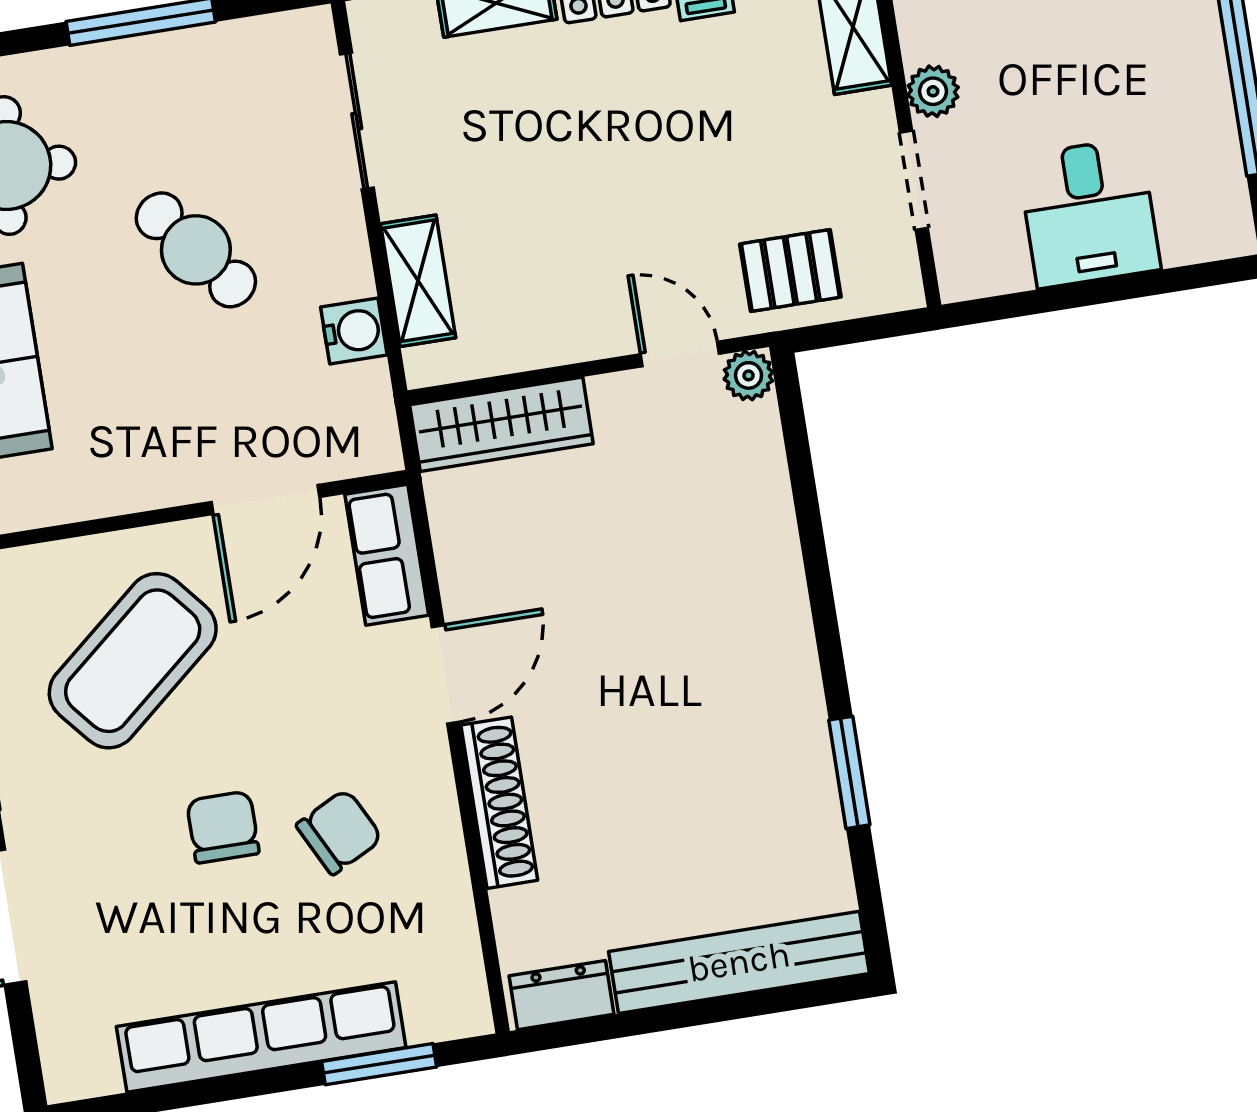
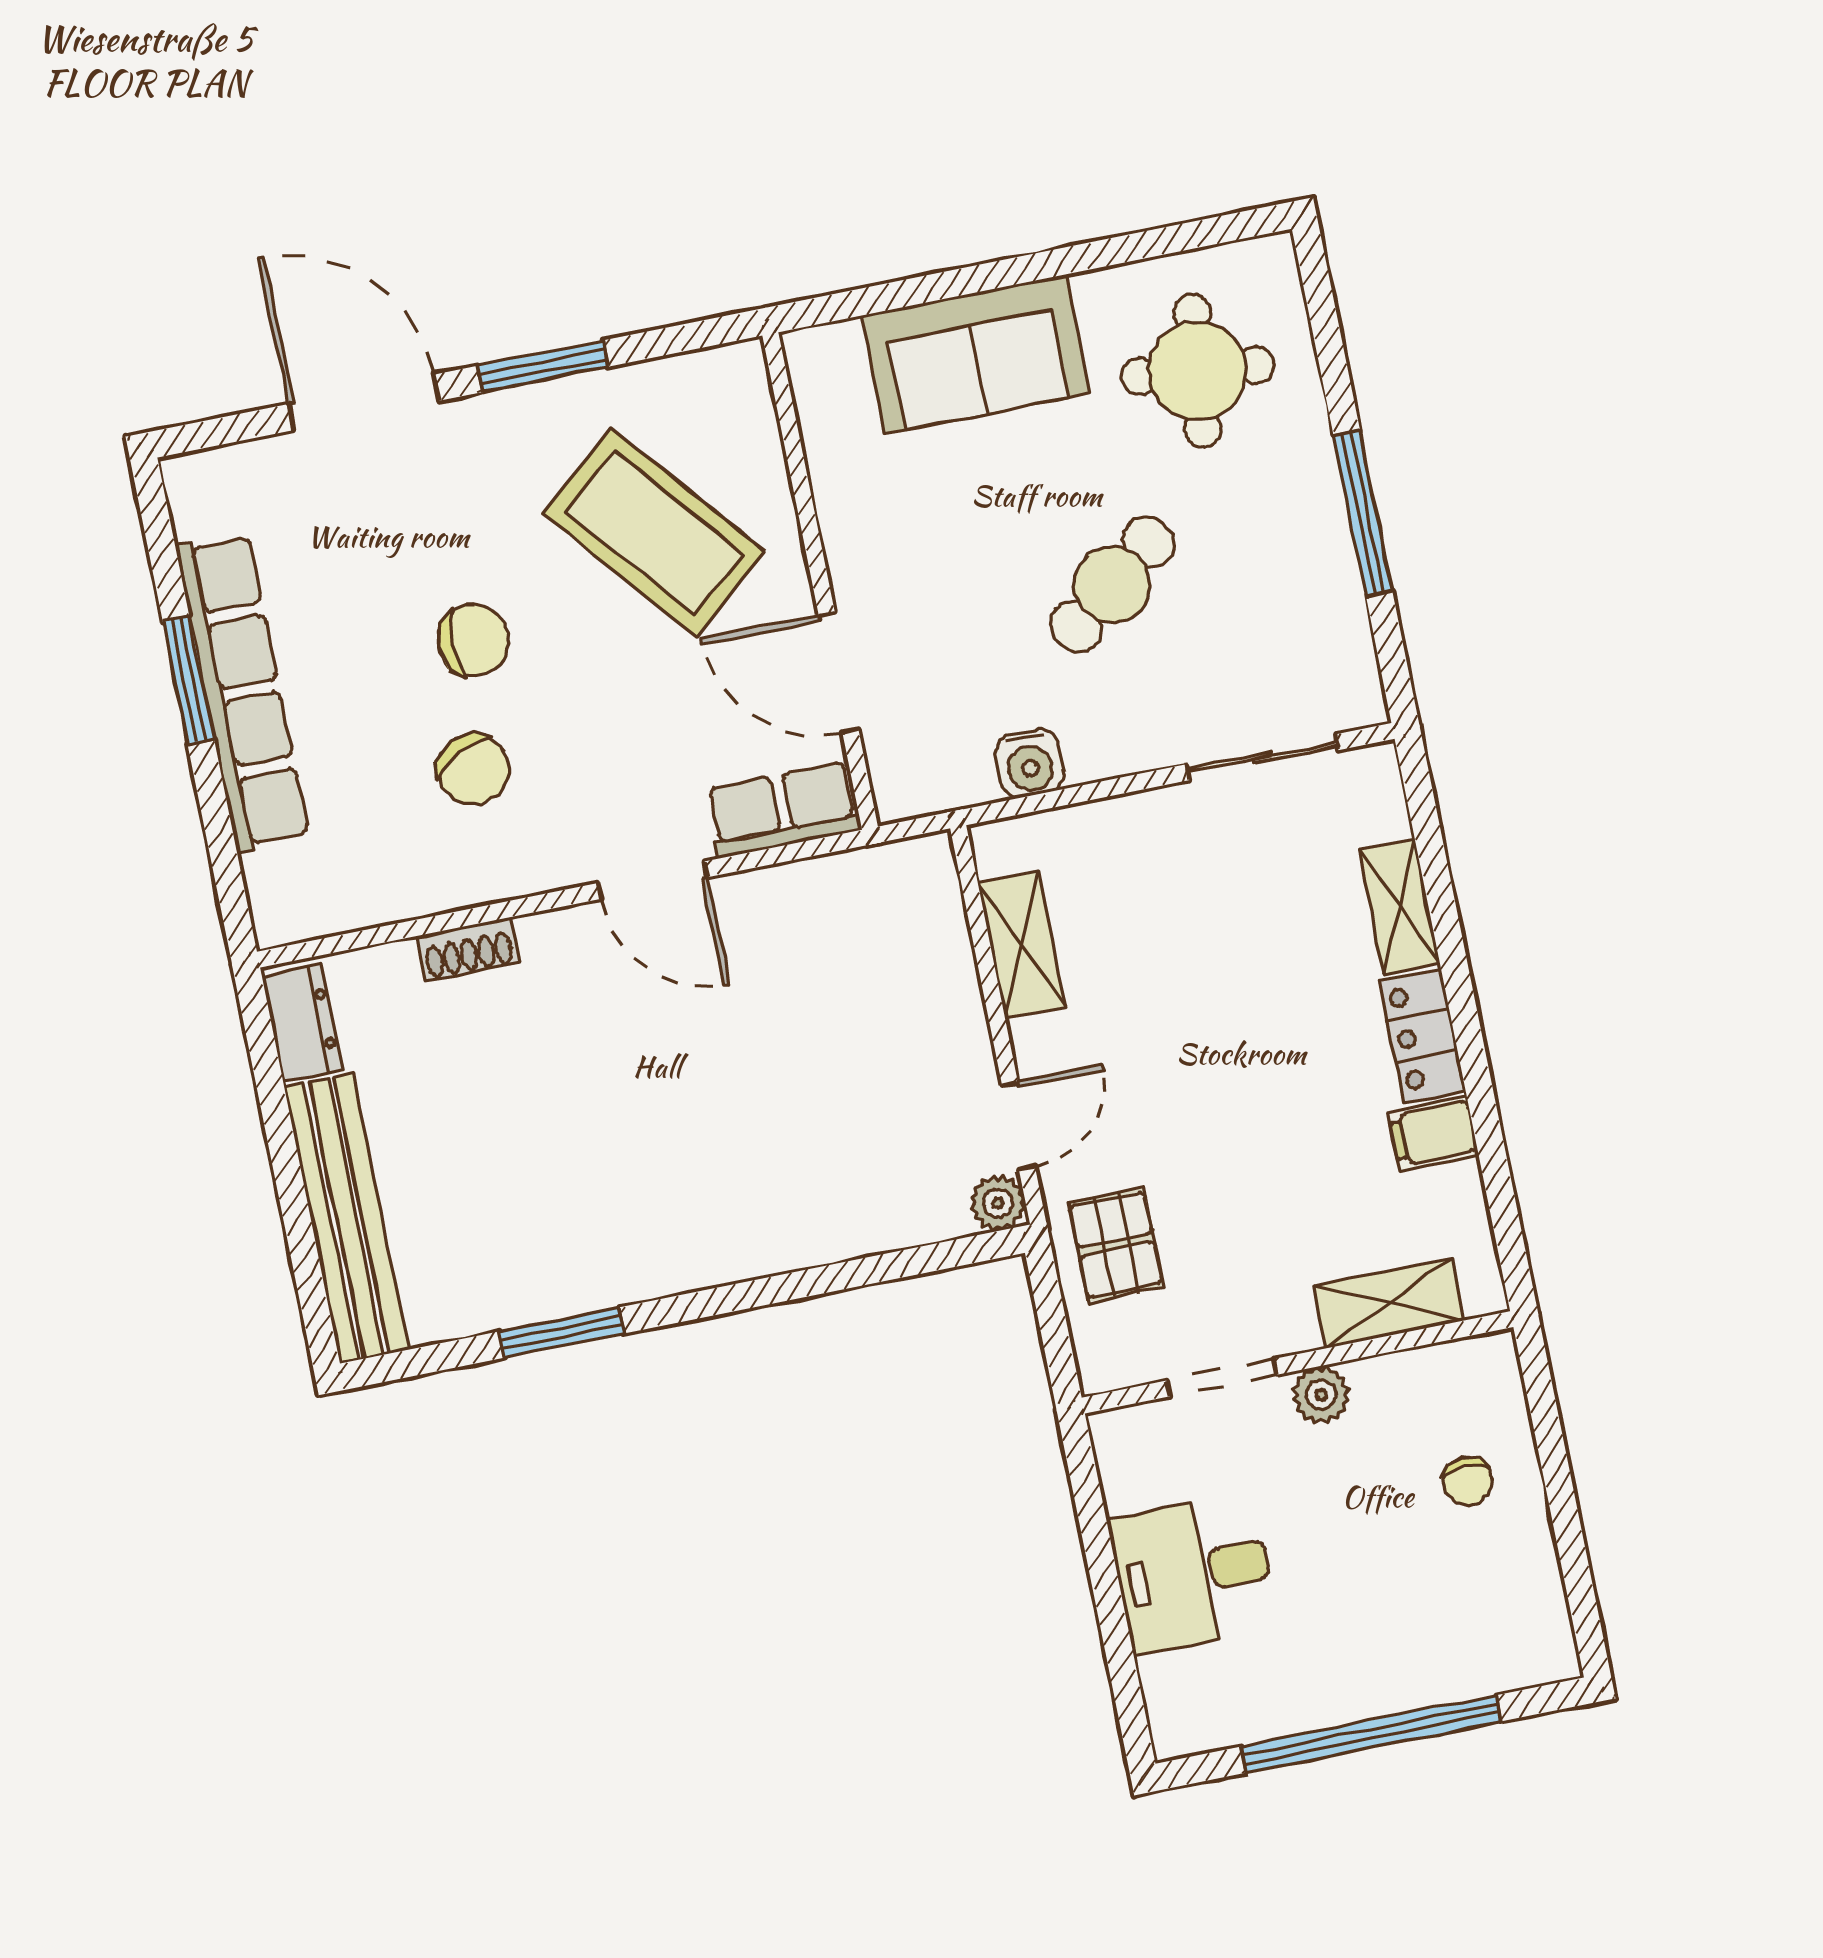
shelving: (418, 281) -> (1022, 945), moved, turned 90
wardrobe: (501, 424) -> (933, 931), removed
shoe rack: (499, 803) -> (468, 949), width x0.51, depth x0.81
window: (379, 1064) -> (188, 680), moved

